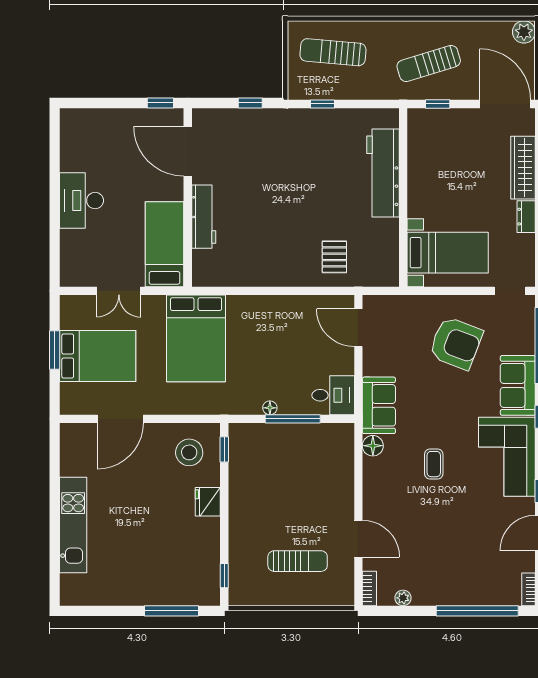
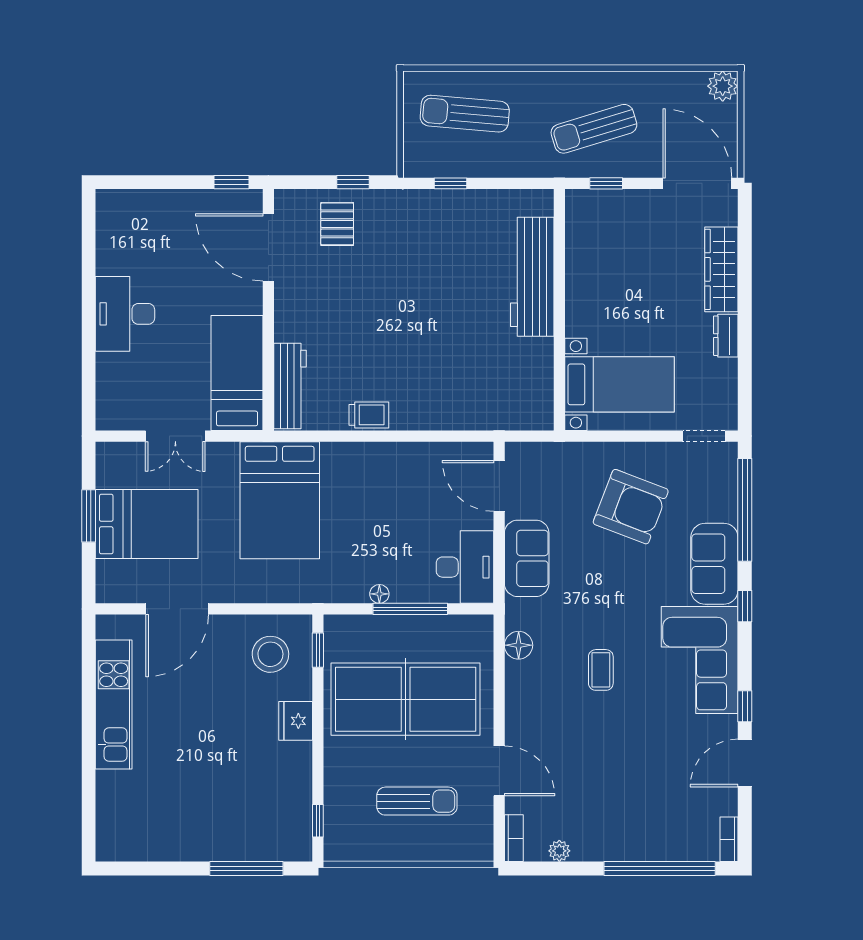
workbench: (204, 217) -> (290, 386), moved
pallet: (334, 257) -> (337, 224), moved
trolley: (262, 275) -> (369, 415), added
desk: (333, 395) -> (465, 567), width x1.37
sofa: (379, 405) -> (527, 558), moved
table tennis table: (289, 486) -> (406, 699), added
kitchen unit: (73, 525) -> (114, 704), moved

